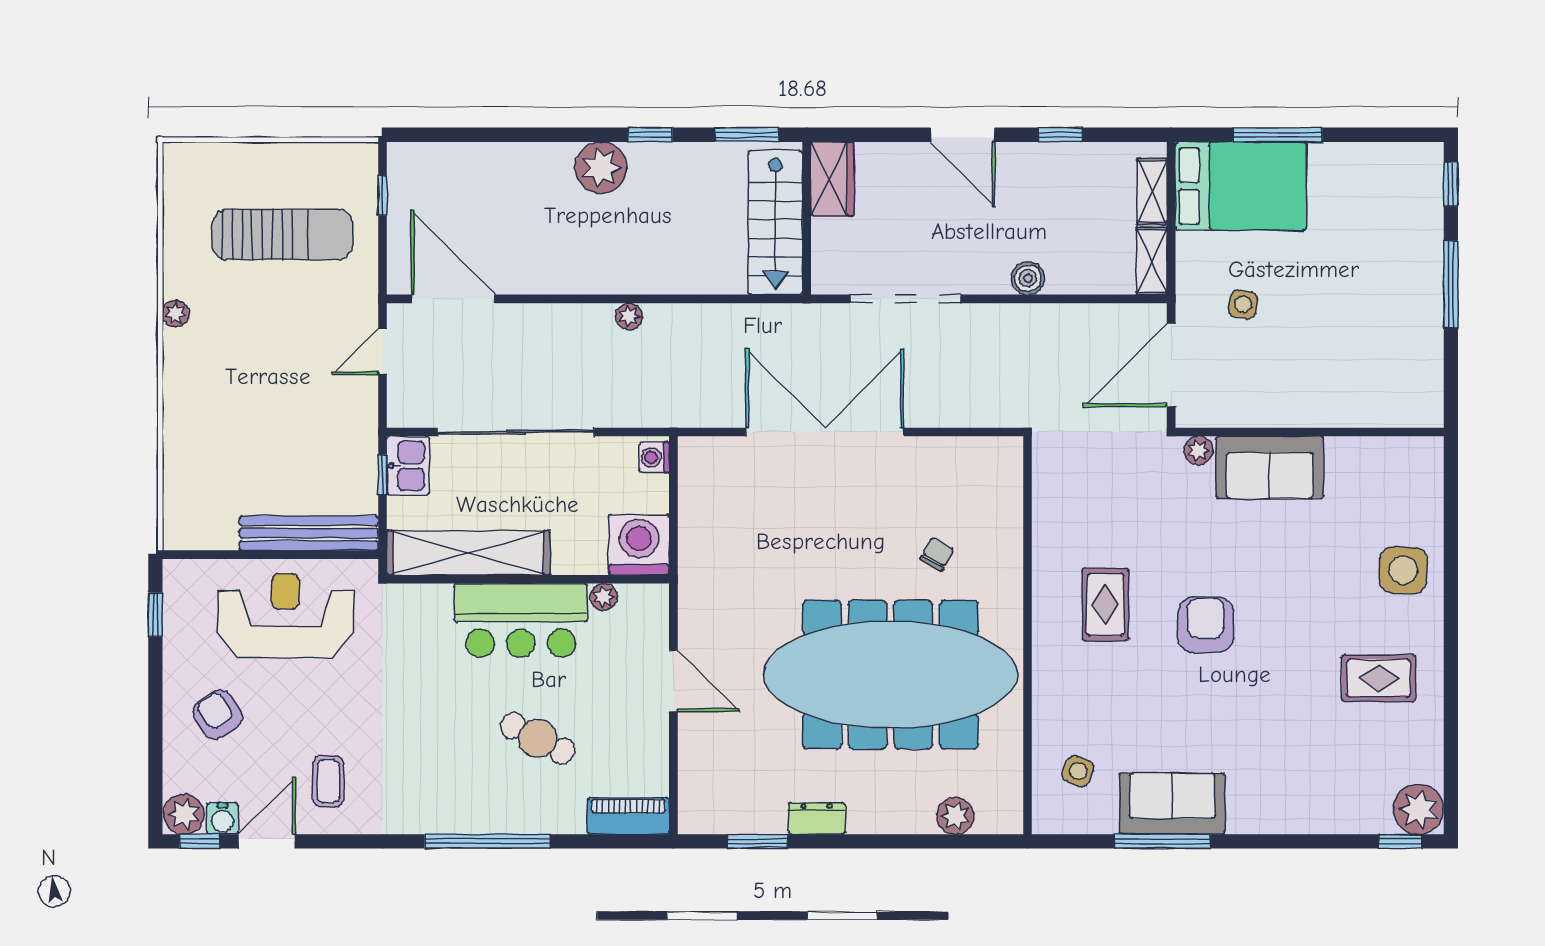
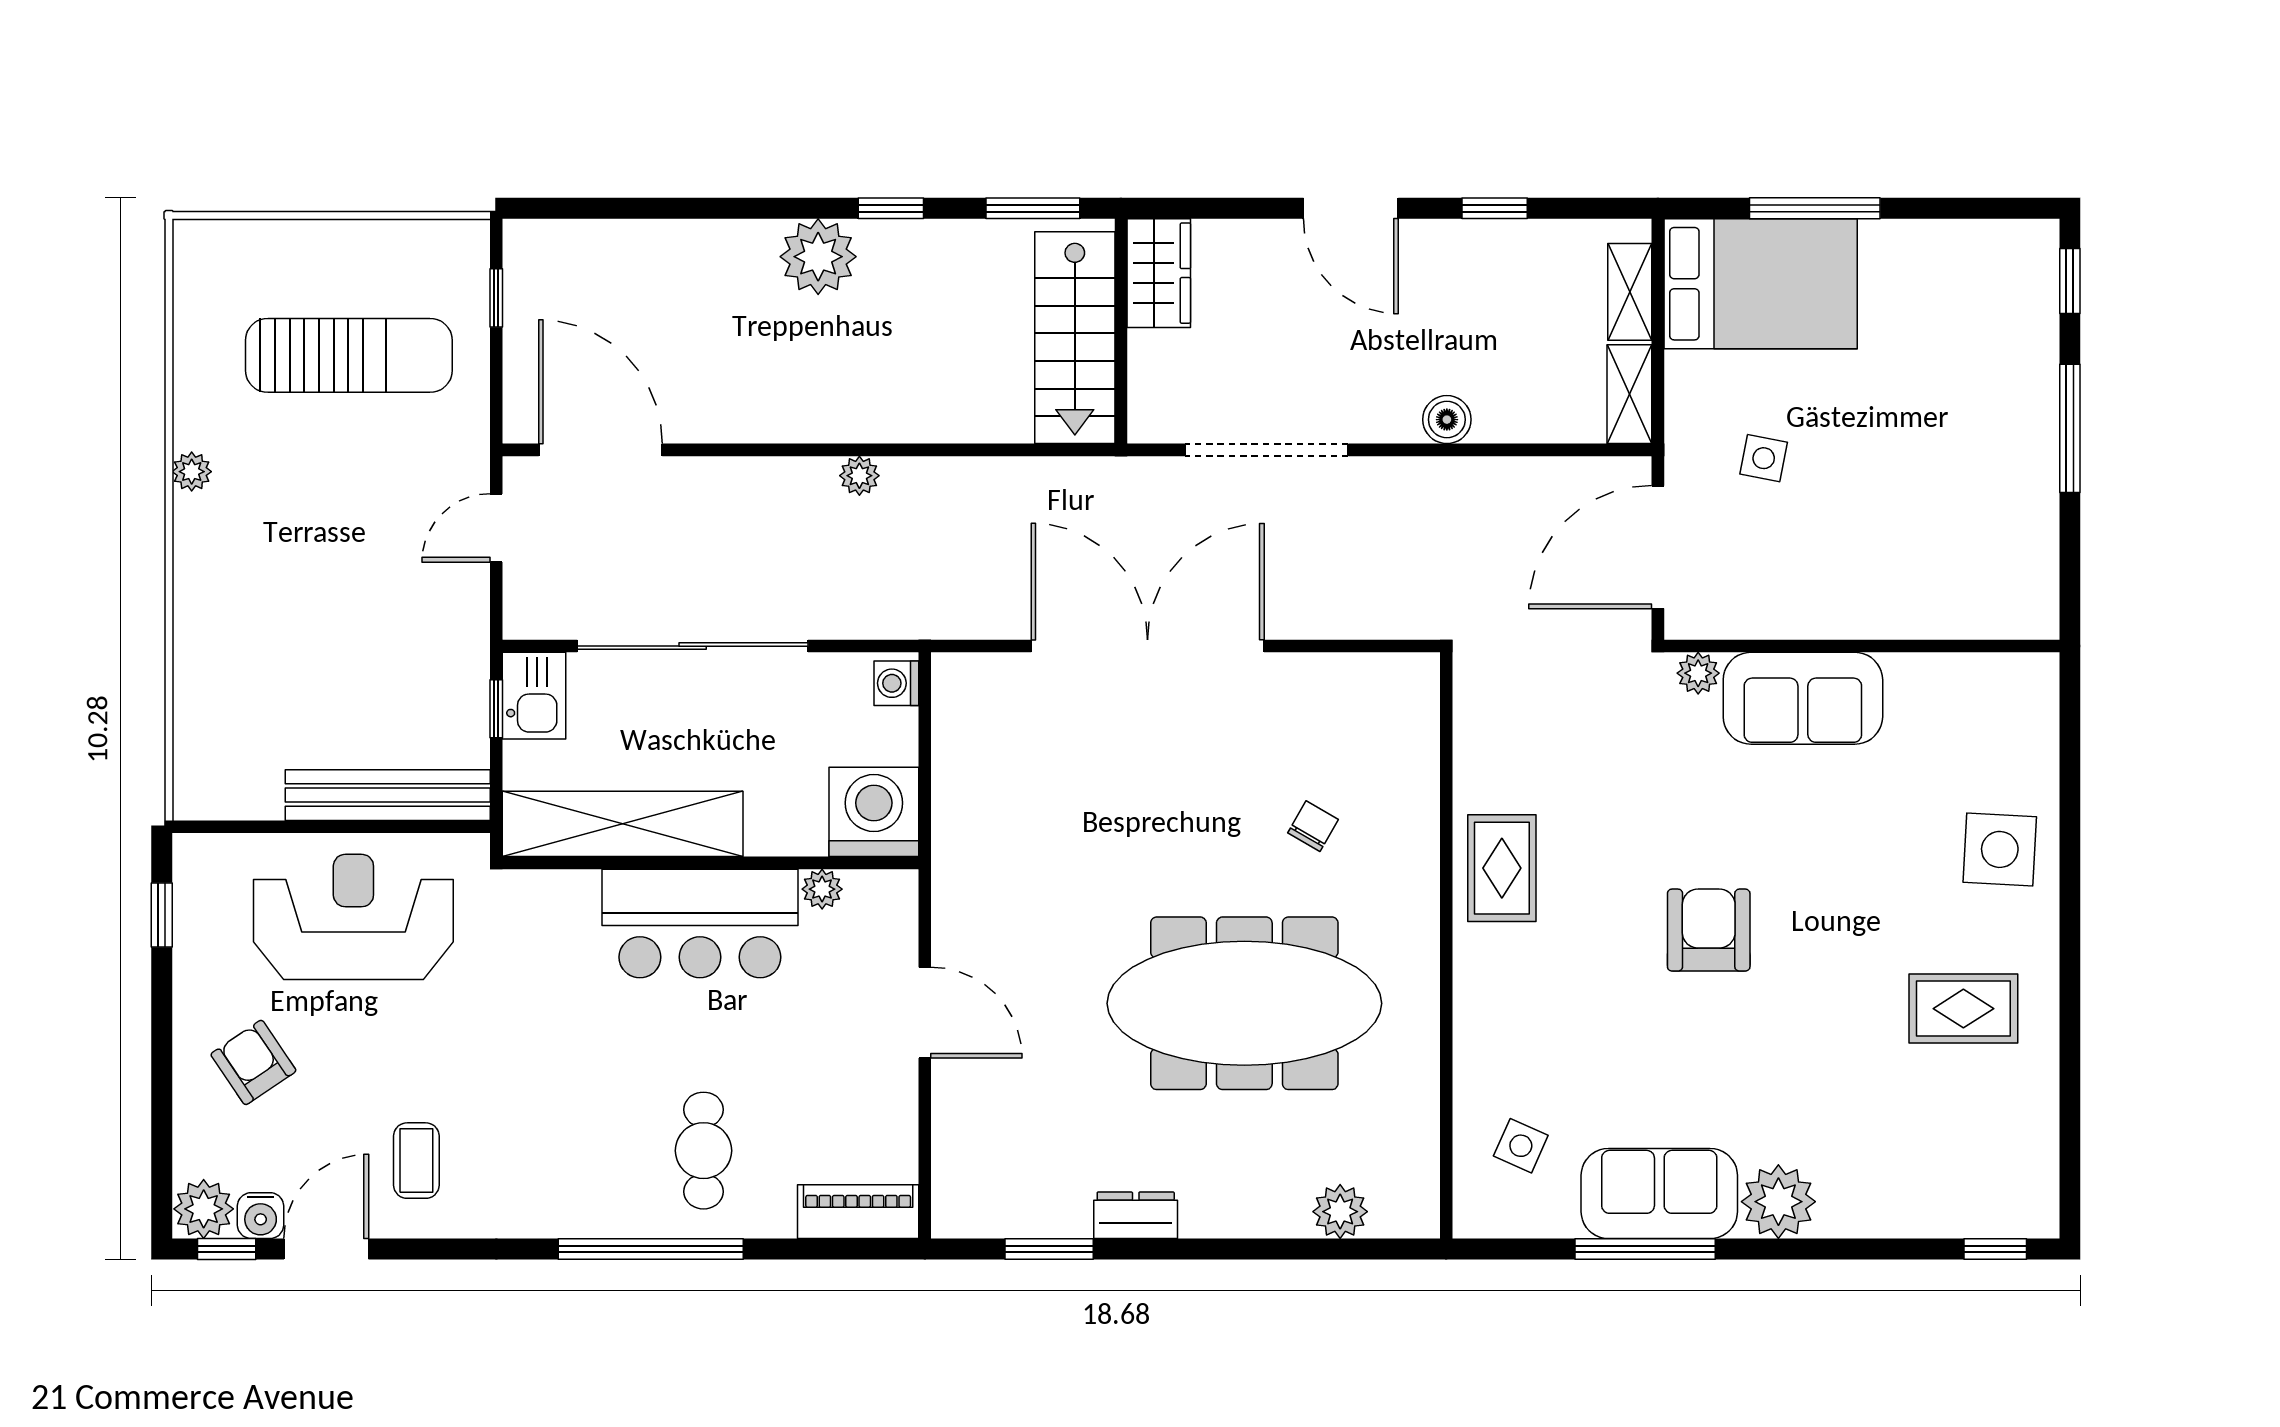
rug: (1105, 605) -> (1502, 868), moved
meeting table: (890, 675) -> (1244, 1003), width x0.73, depth x0.79
cafe table: (538, 738) -> (703, 1151), moved, turned 63
plant: (1419, 809) -> (1778, 1202), moved

